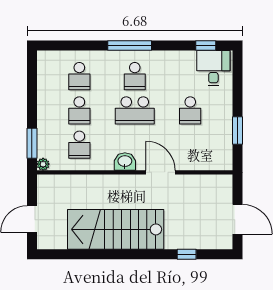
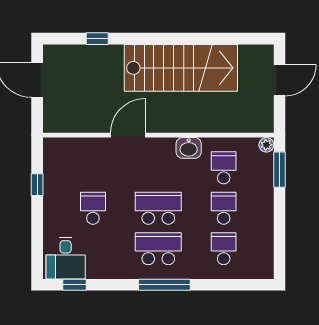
school desk: (135, 76) -> (158, 249), width x1.85
window: (238, 130) -> (37, 185), width x0.67
washbasin: (125, 162) -> (189, 148), moved
door: (161, 172) -> (128, 135), swing flipped

